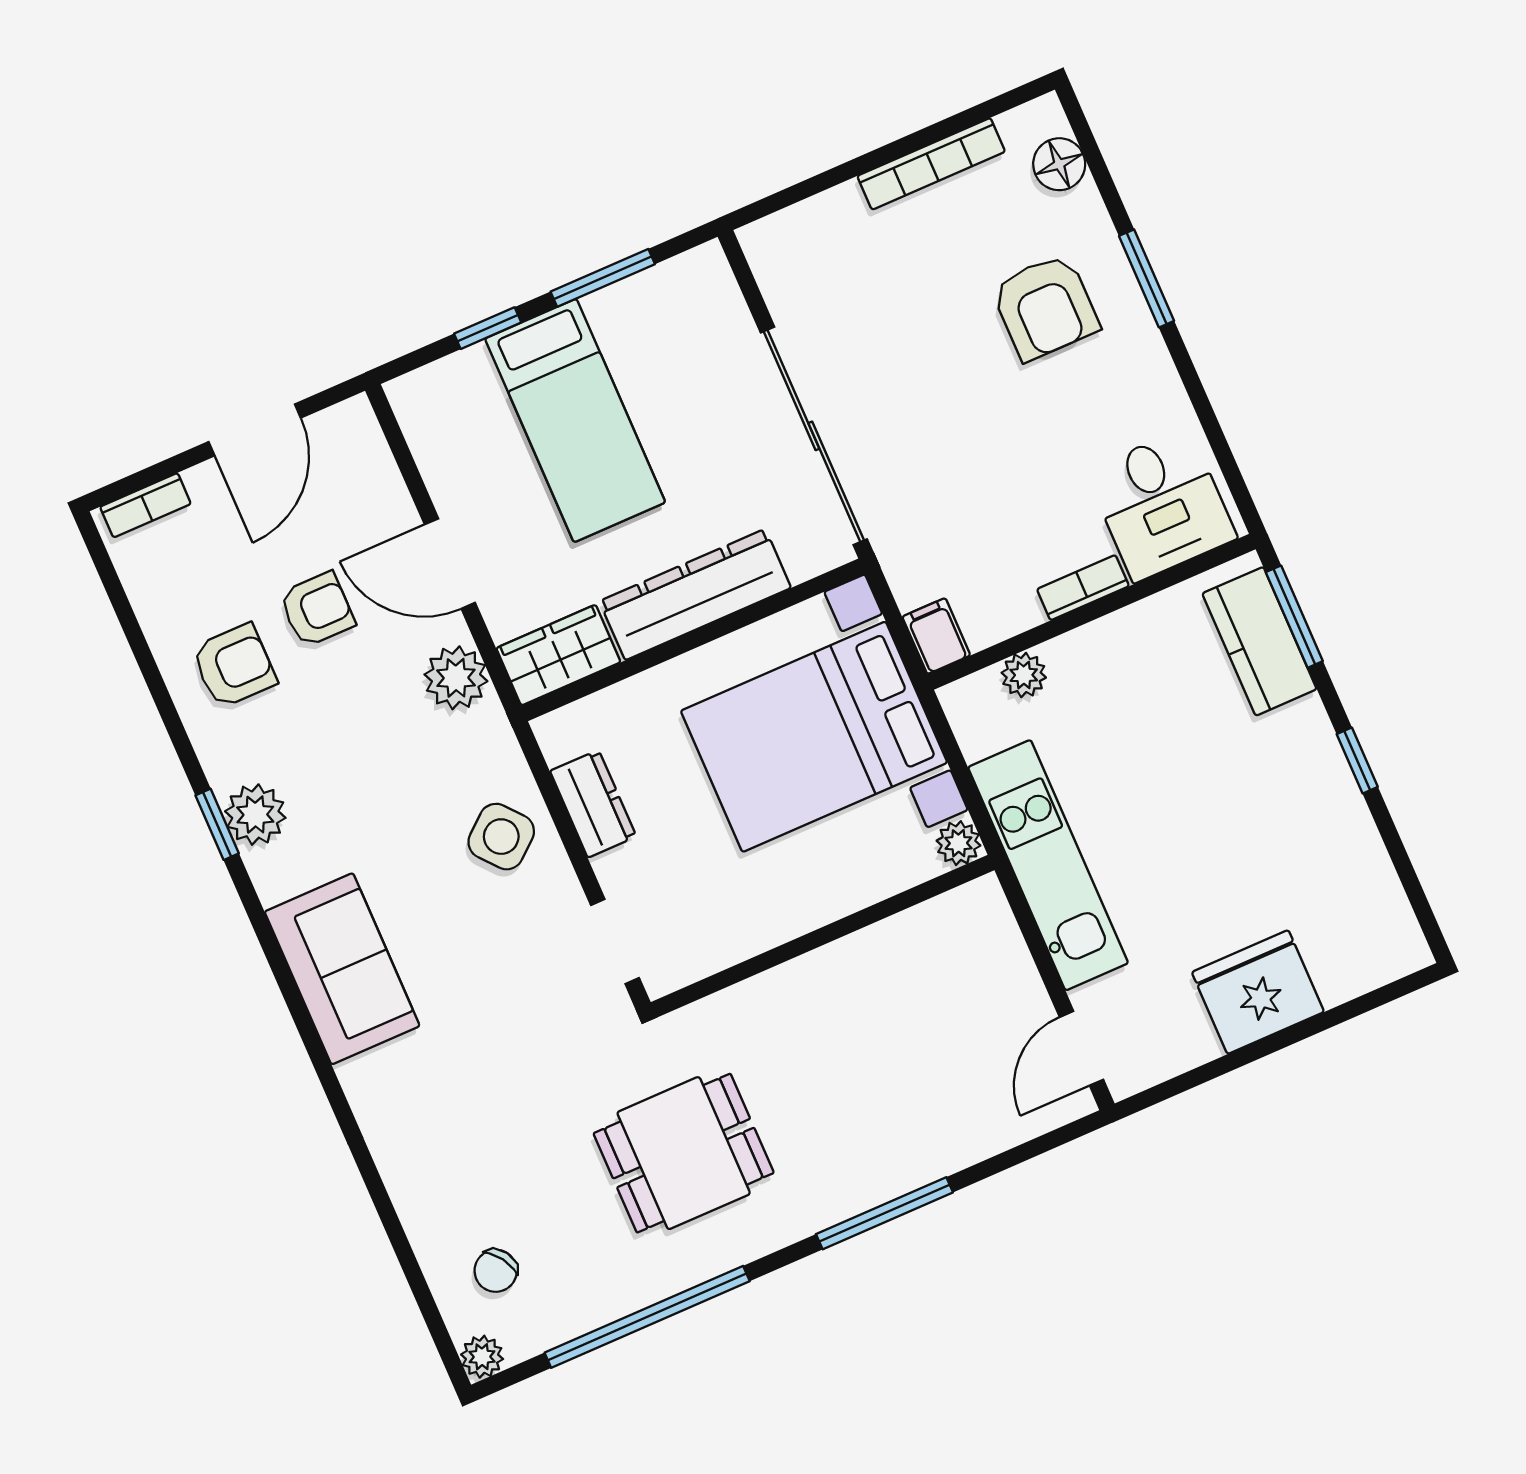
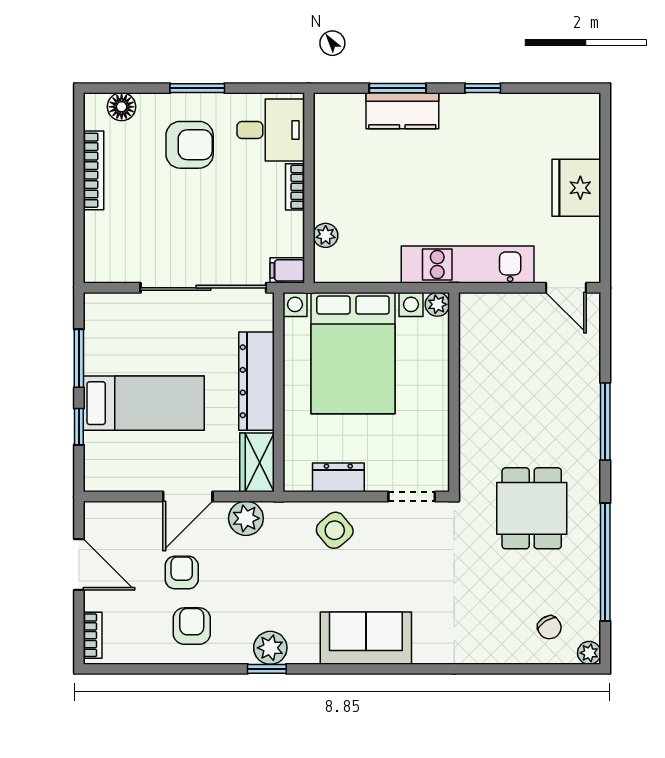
desk: (1161, 505) -> (271, 130), moved
bookcase: (1083, 588) -> (295, 187), moved
wall: (1091, 612) -> (309, 188), moved
filing cabinet: (936, 636) -> (287, 270), moved
plant: (1024, 675) -> (326, 235), moved

